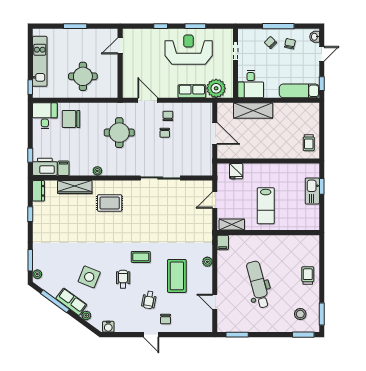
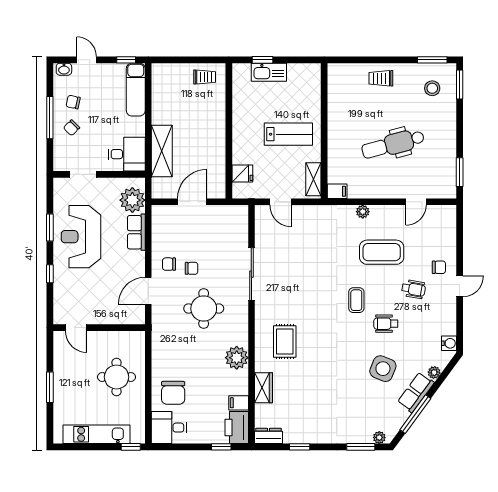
round table: (119, 133) -> (204, 309), moved
plant: (97, 171) -> (237, 358), width x1.87, depth x1.87
wardrobe: (75, 187) -> (263, 388), width x0.67

